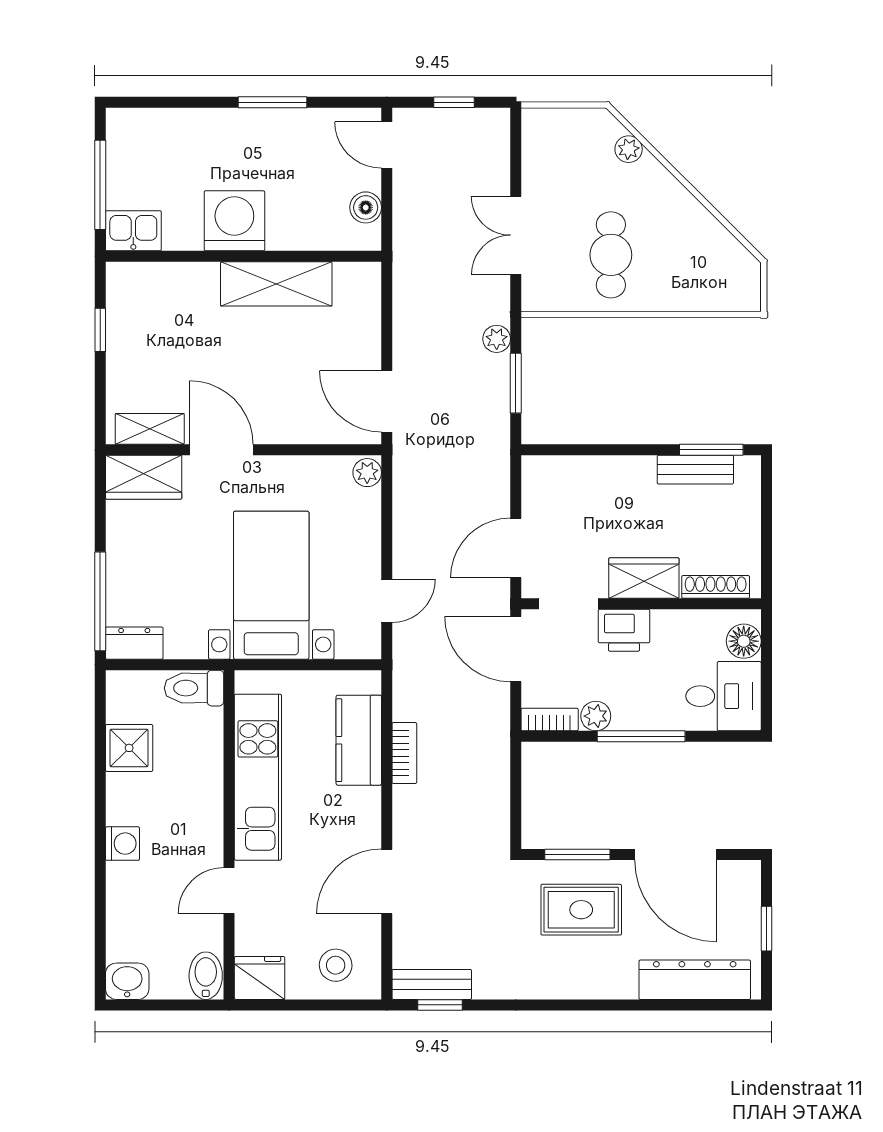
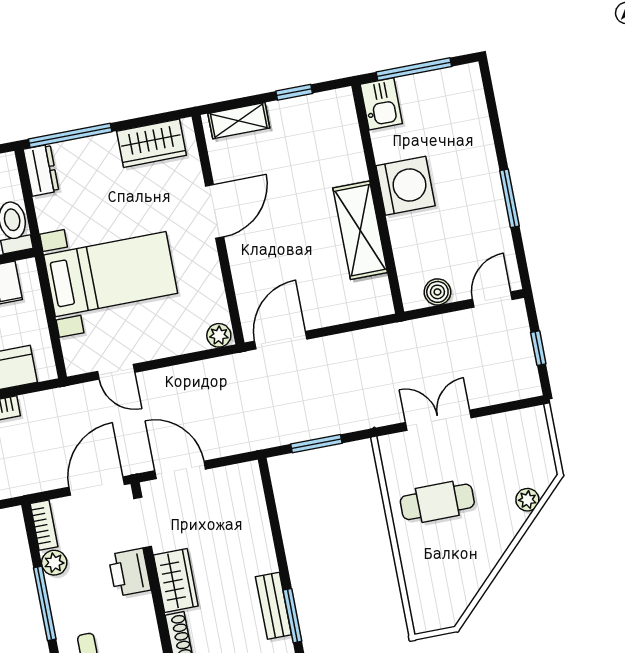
plant: (497, 339) -> (350, 421), removed
shelving: (150, 429) -> (239, 121), moved, turned 90
wardrobe: (144, 477) -> (151, 143), moved, turned -90

